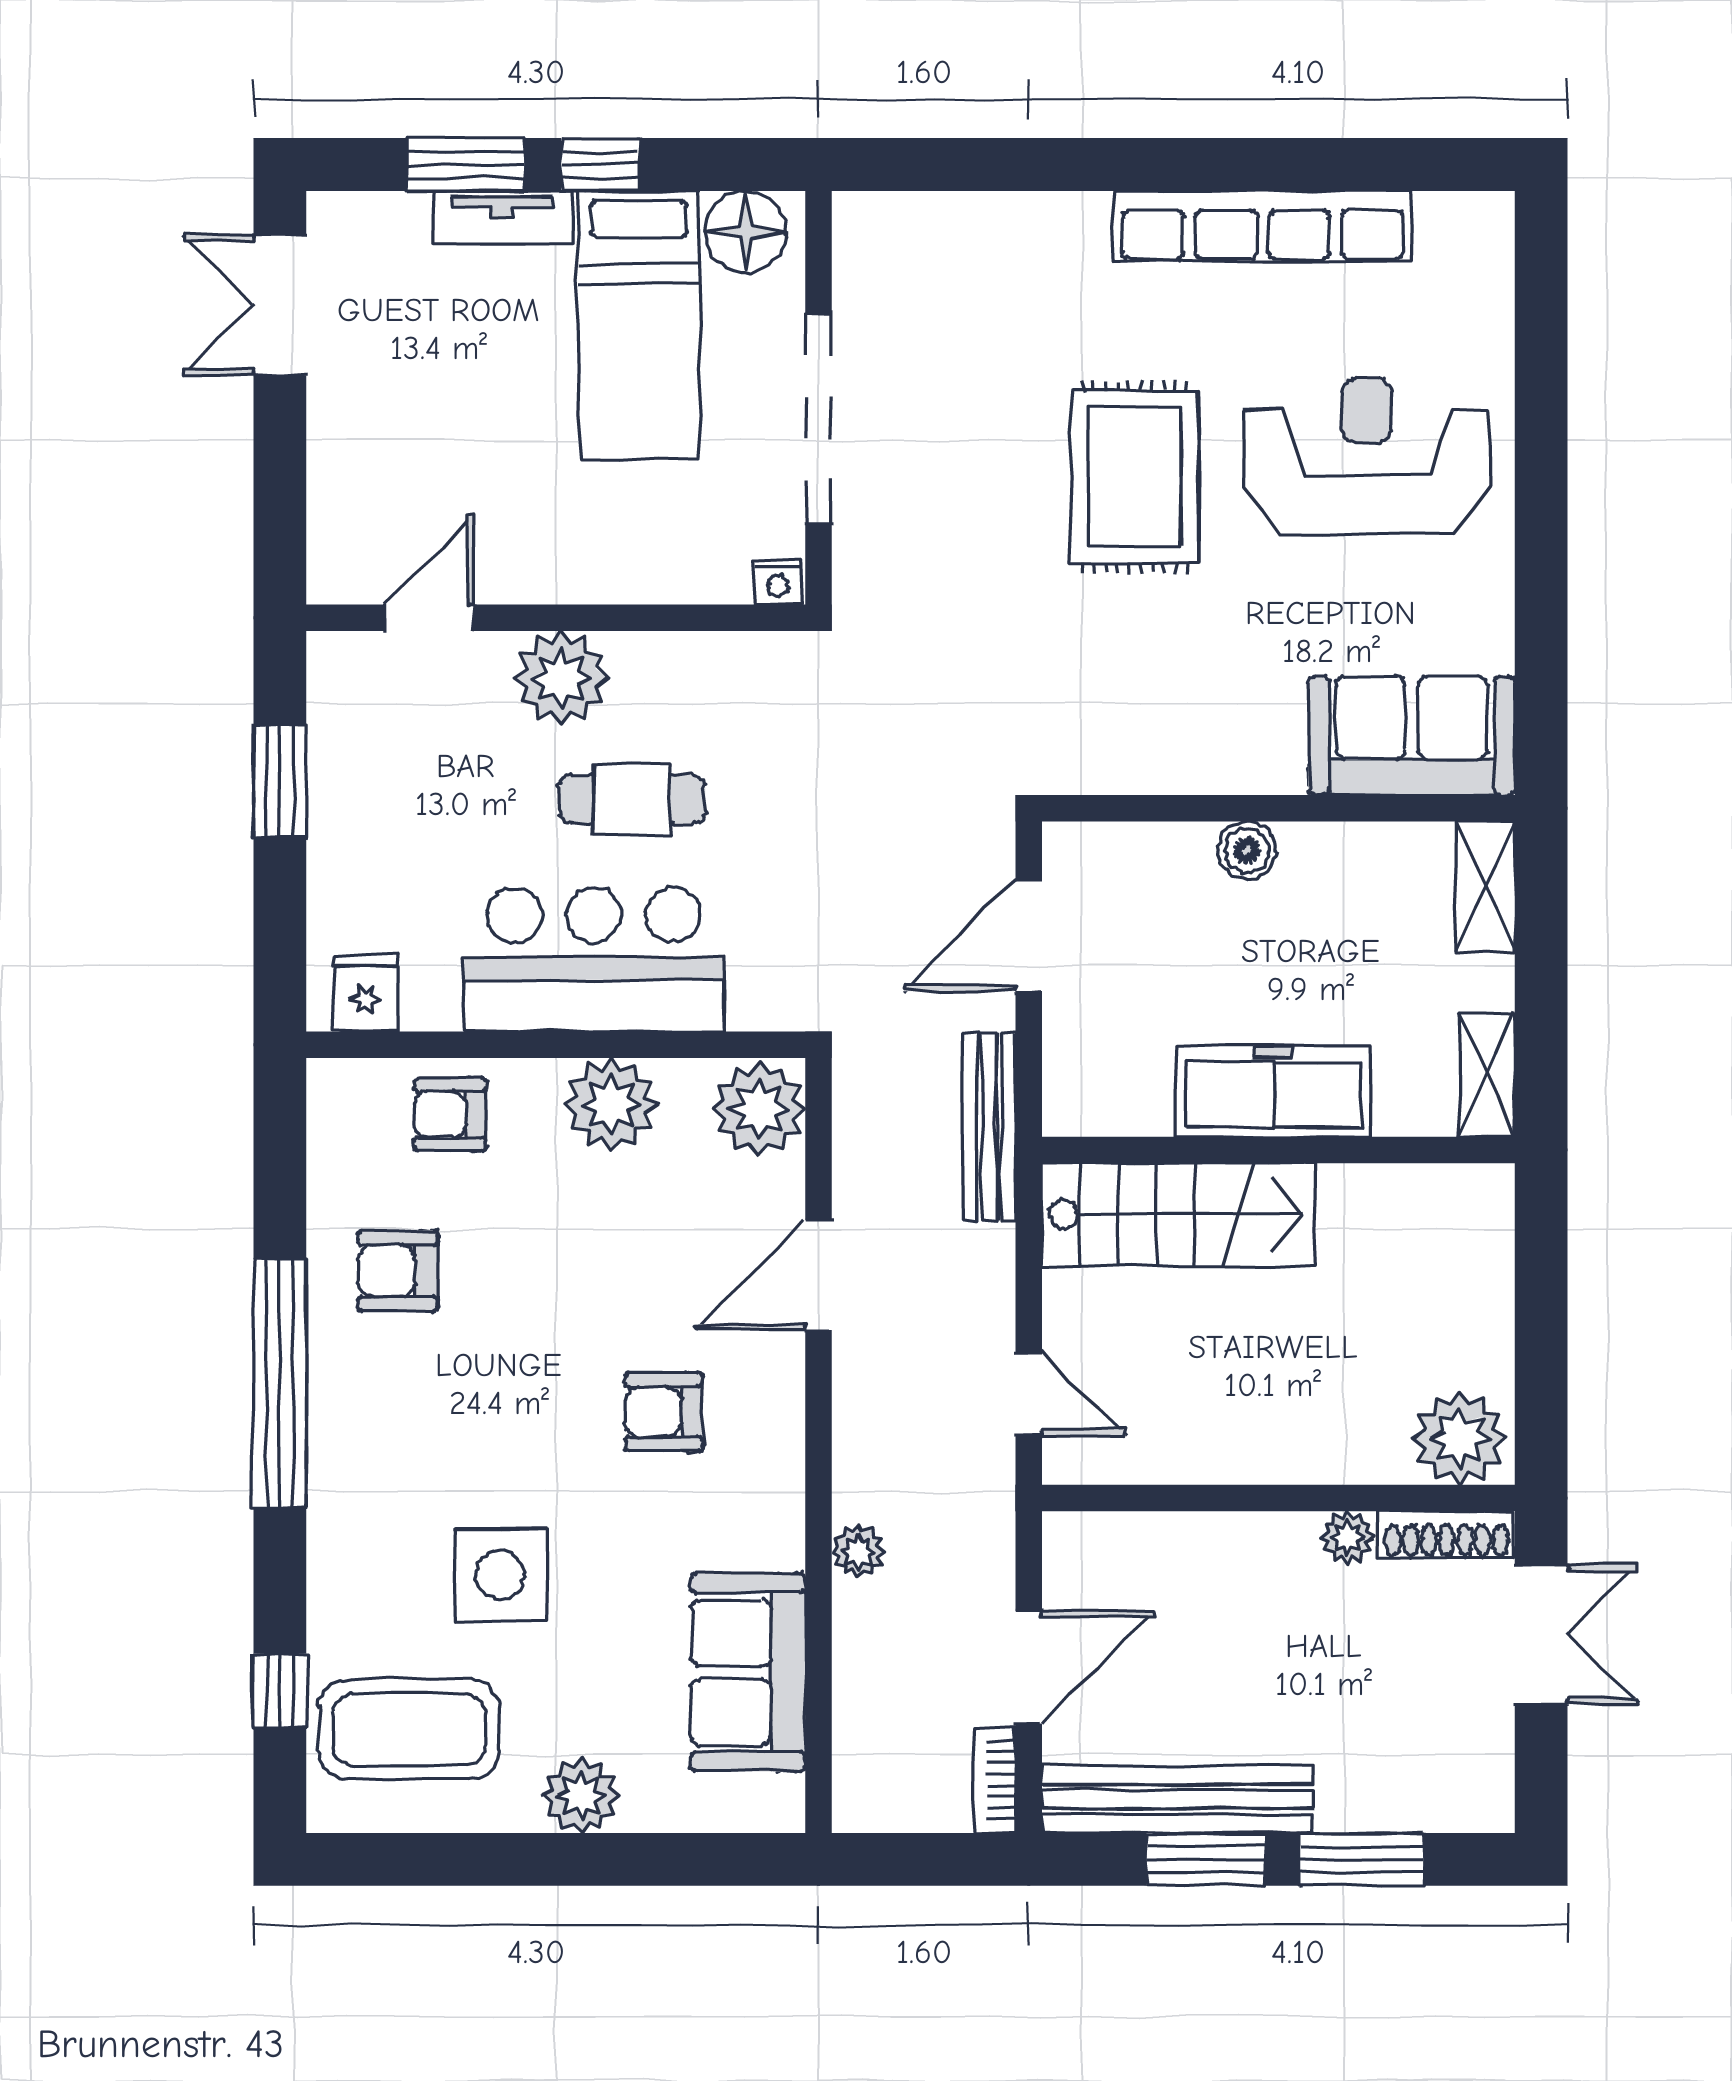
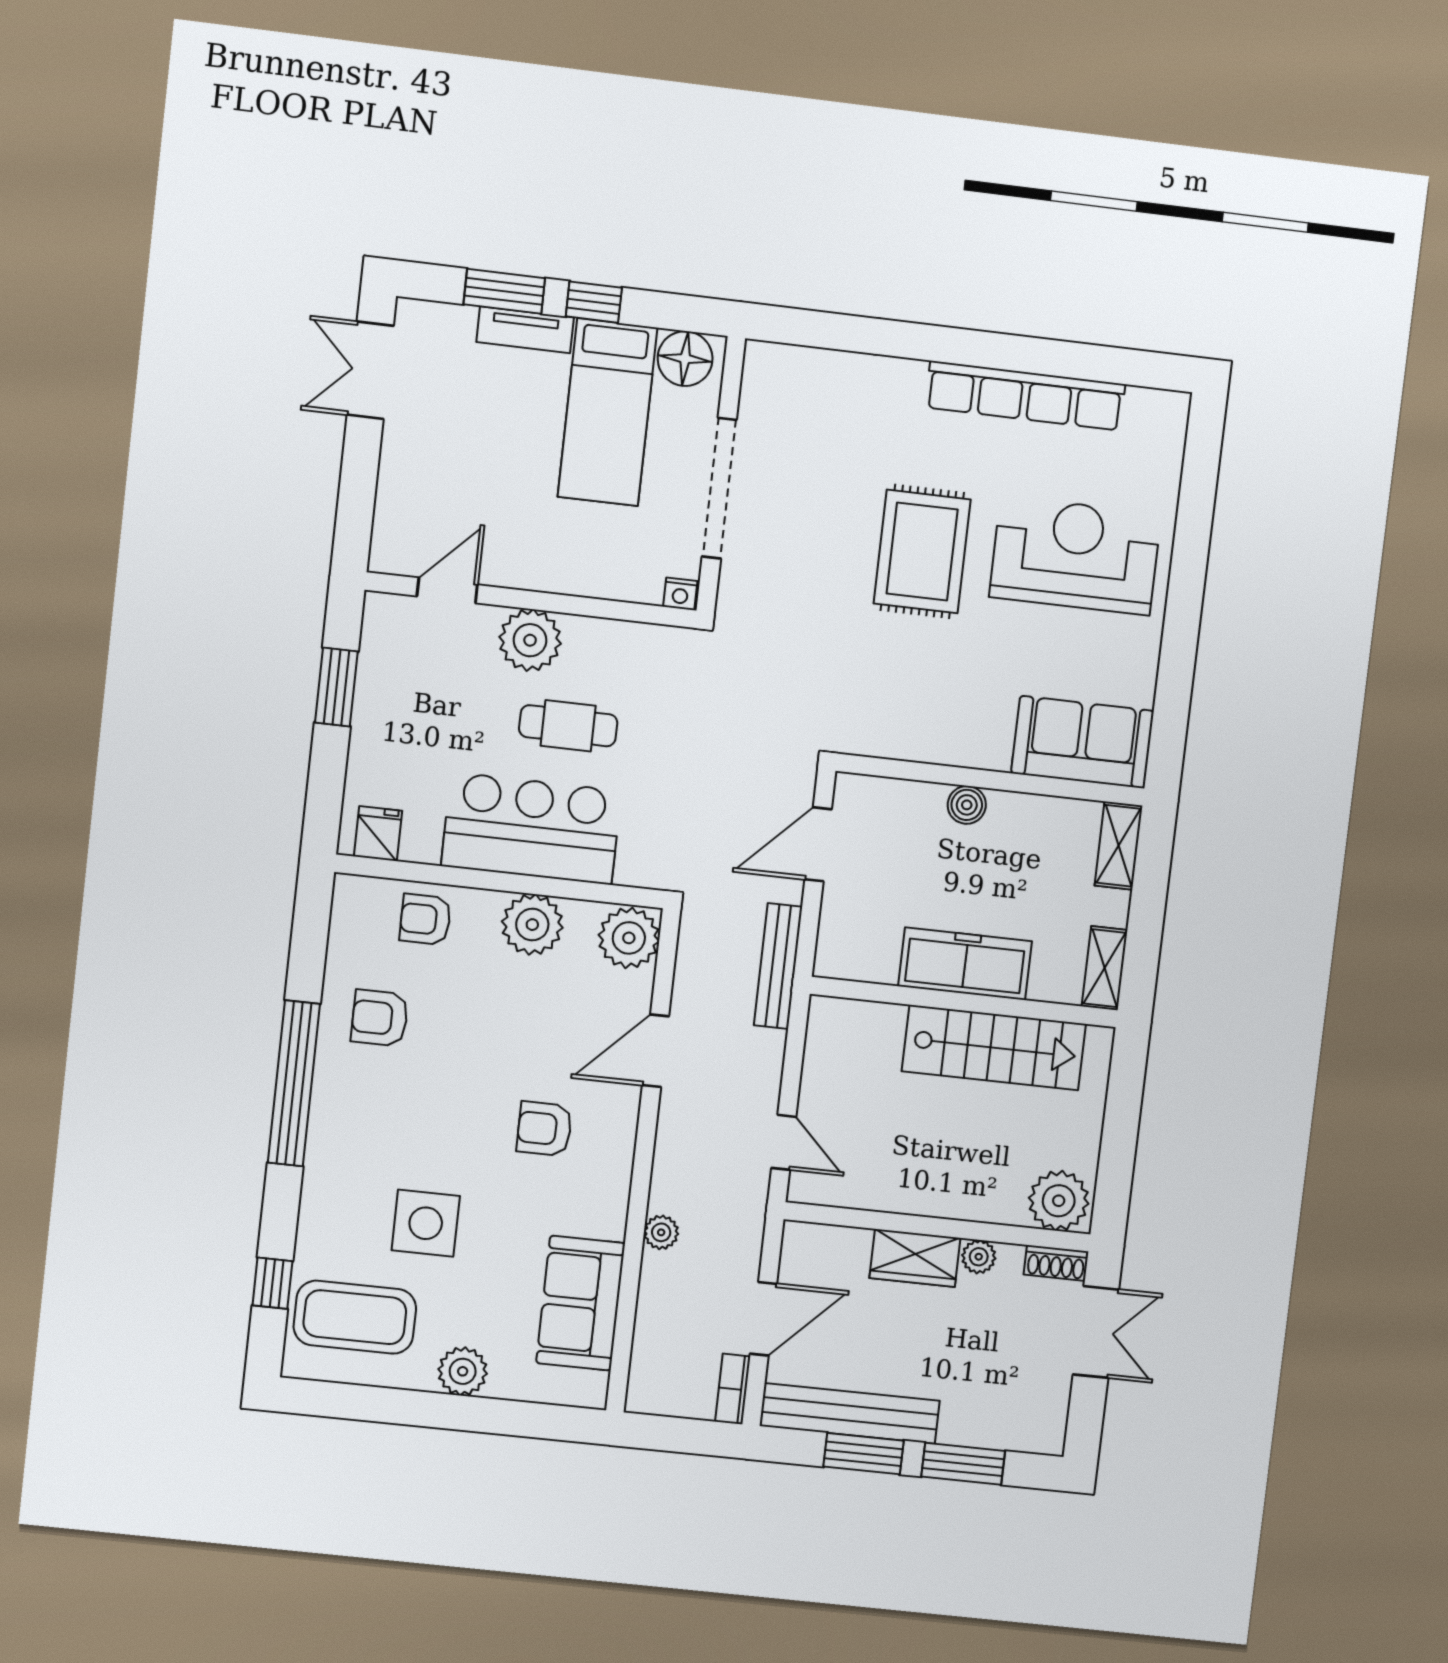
stairs: (1178, 1215) -> (994, 1048), moved
shoe rack: (1447, 1534) -> (1056, 1263), width x0.70
wardrobe: (1250, 1550) -> (915, 1258), added

